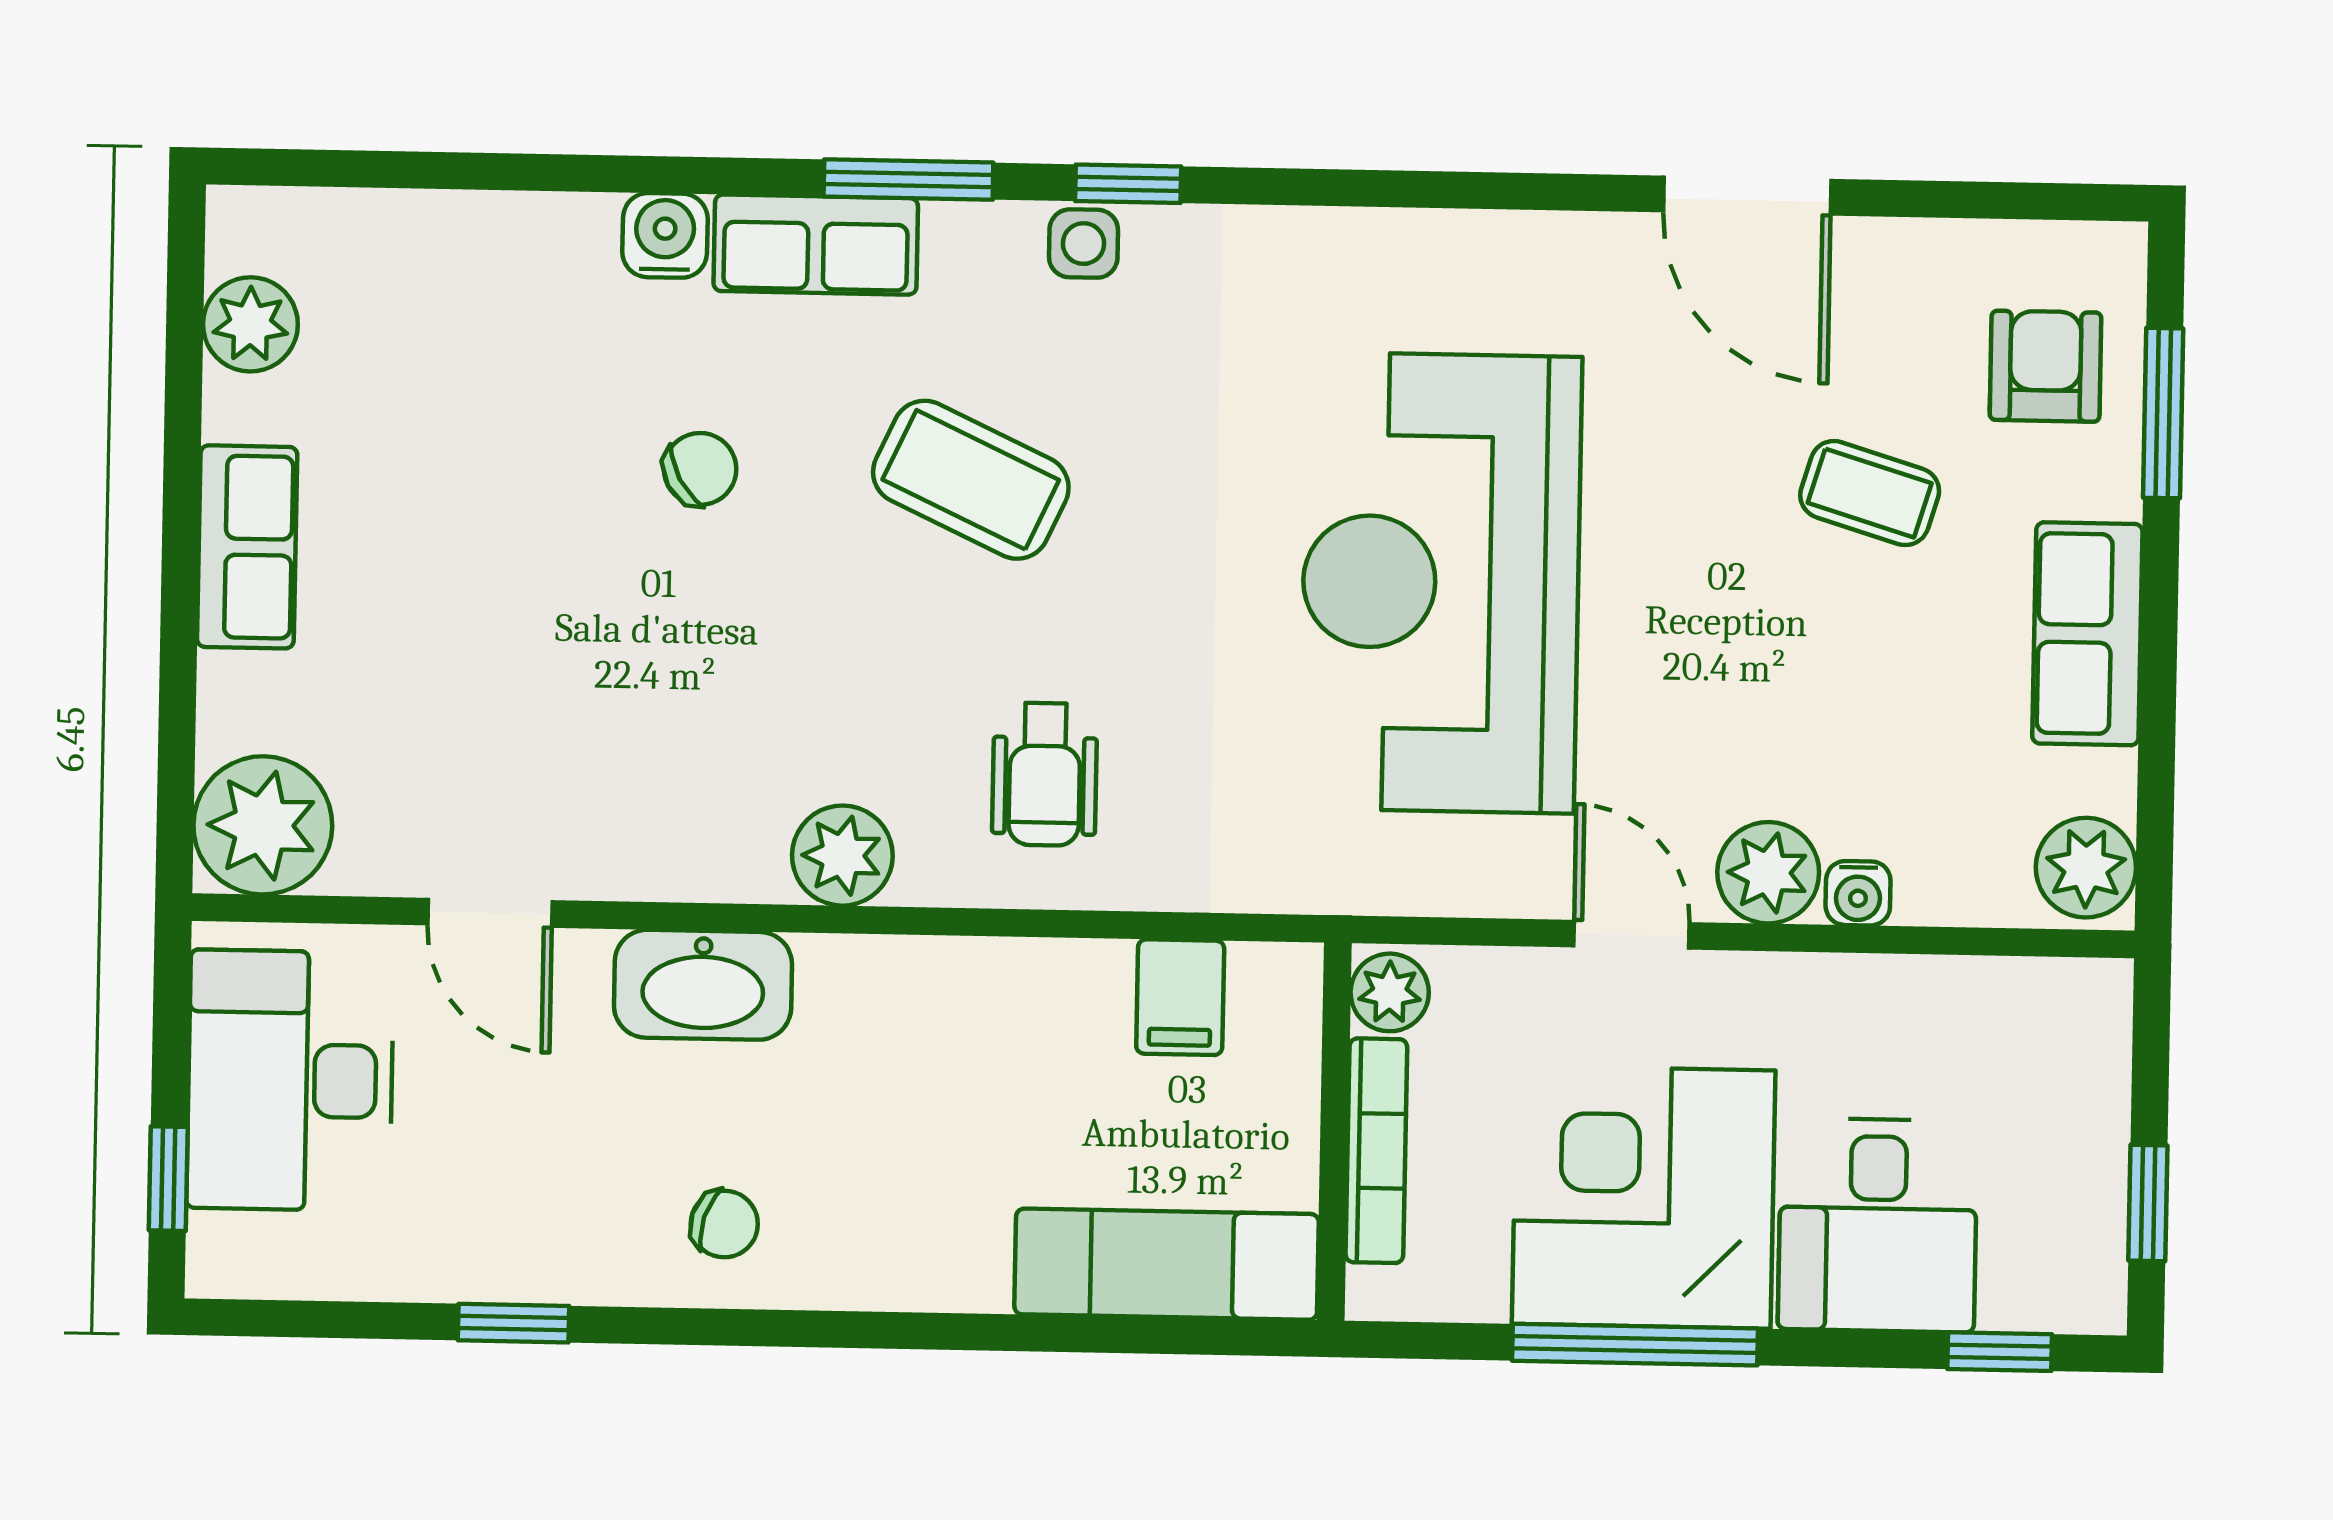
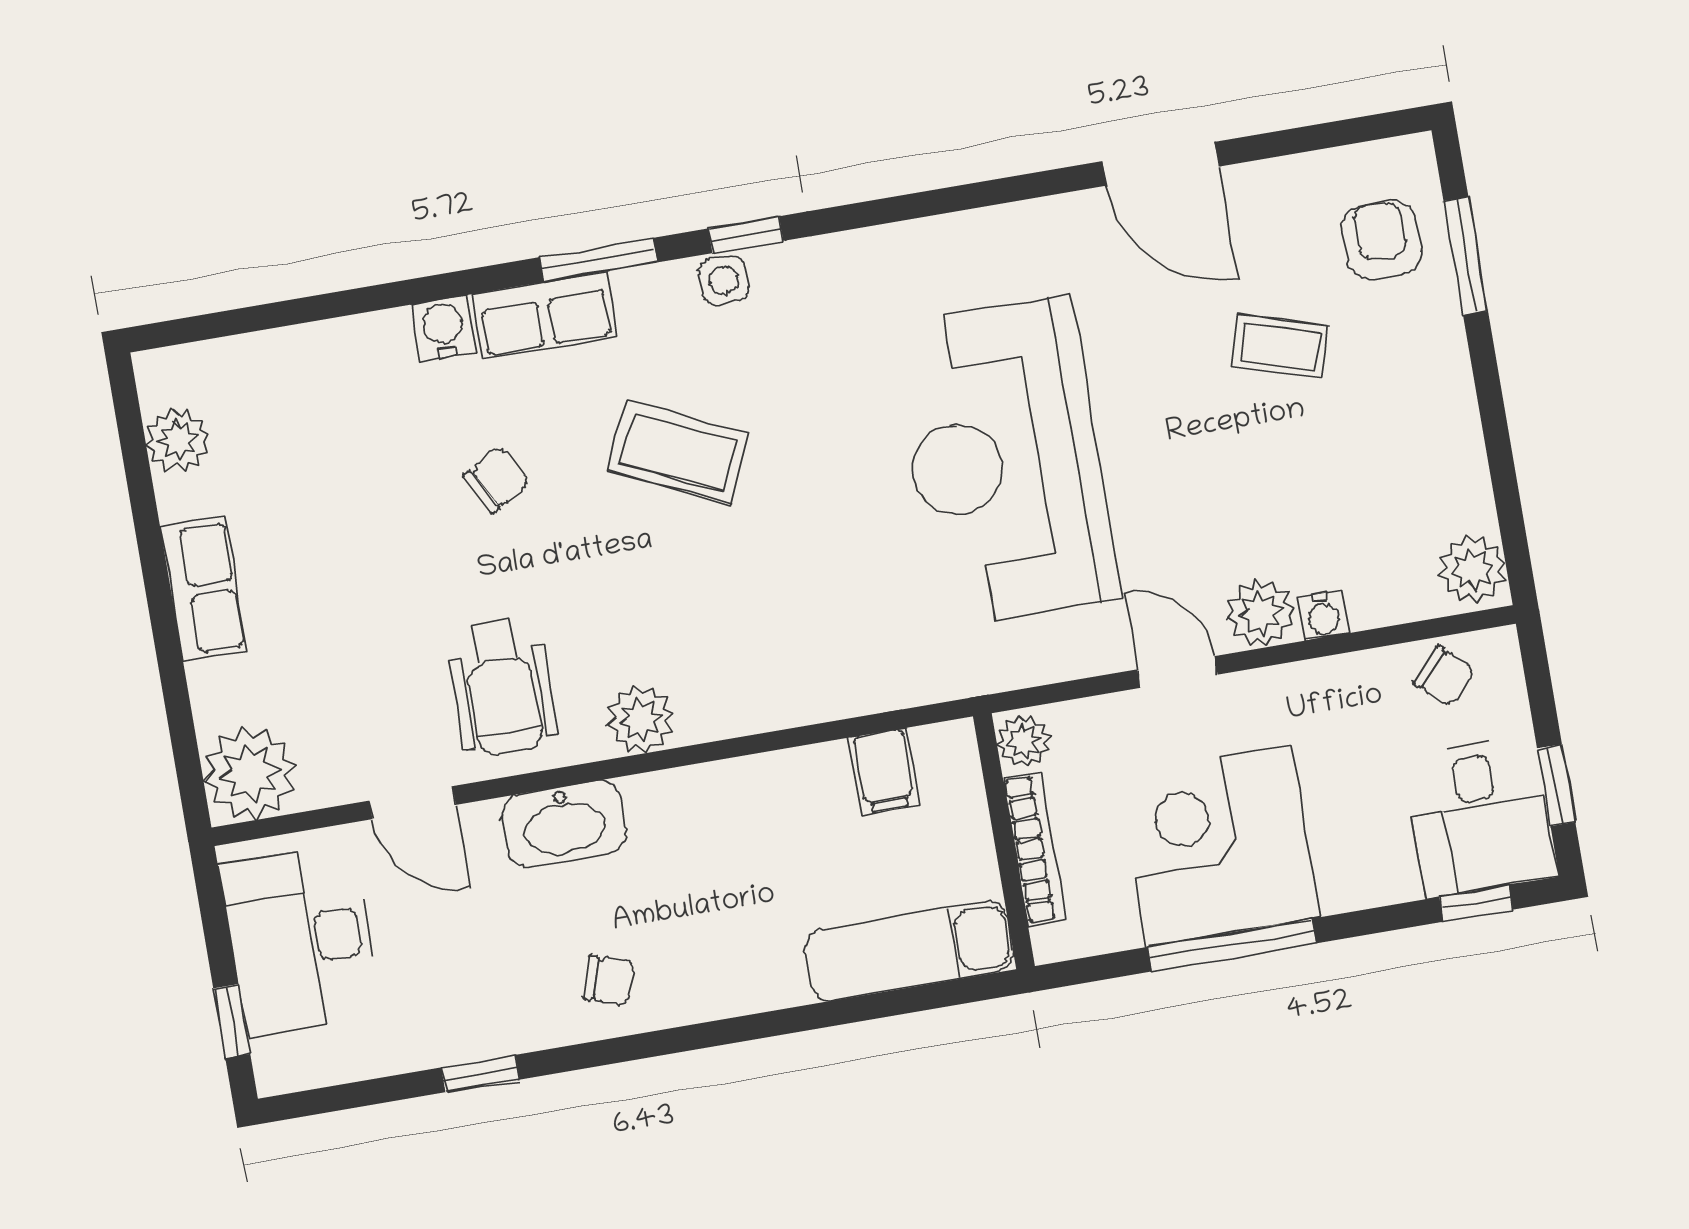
row of seats: (2087, 634) -> (1443, 413), removed
wheelchair: (1045, 774) -> (502, 687), moved, width x1.36, depth x1.37
chair: (2016, 1015) -> (1444, 676), added
desk: (1878, 1225) -> (1480, 817), moved

